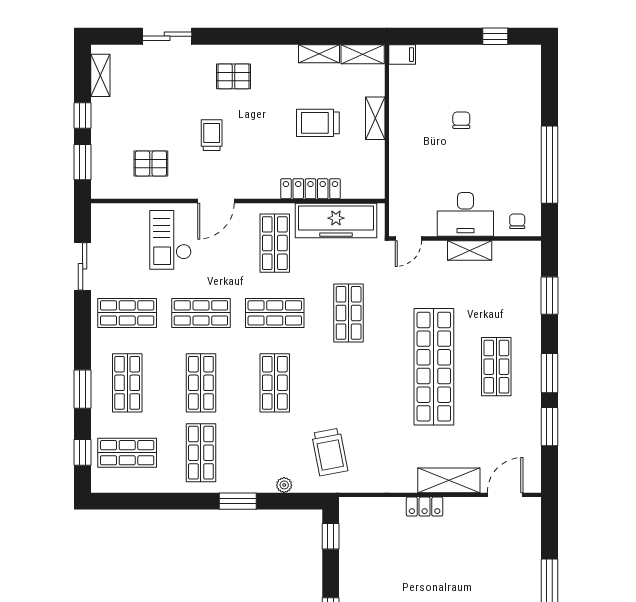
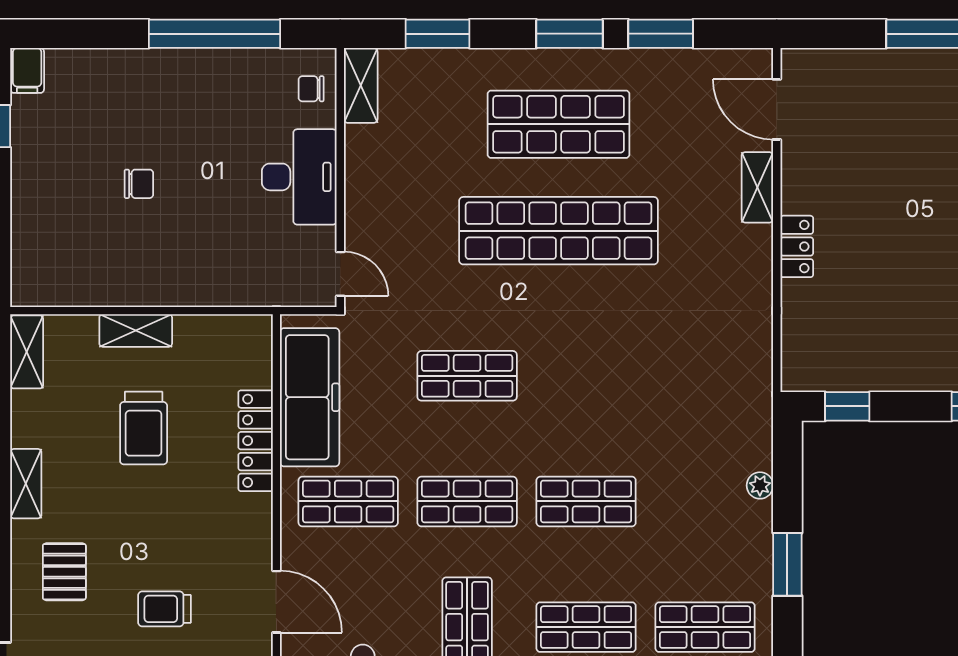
shelving: (319, 54) -> (26, 484), moved
filing cabinet: (402, 55) -> (27, 70), moved, turned 180
chair: (461, 120) -> (139, 184), turned 180
shelving: (470, 250) -> (361, 85), moved
shop shelf: (275, 313) -> (467, 501), turned 90
shop shelf: (496, 367) -> (559, 124), width x1.43, depth x1.36
trolley: (330, 452) -> (704, 408), removed
shelving: (449, 480) -> (757, 187), width x0.67, depth x0.75

